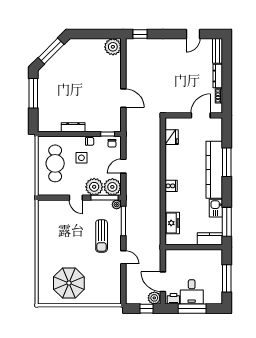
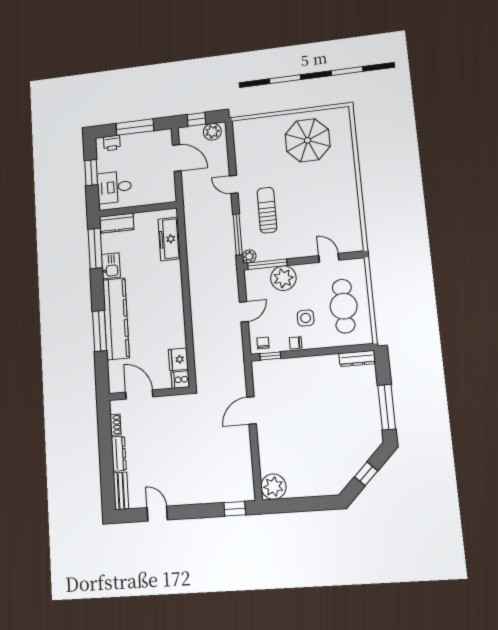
door: (193, 34) -> (157, 514), hinge flipped
window: (51, 51) -> (366, 474), width x0.46
door: (123, 98) -> (252, 410), hinge flipped
door: (201, 115) -> (139, 395), swing flipped
dresser: (73, 127) -> (357, 358), moved
cooker: (171, 186) -> (180, 380), moved
plant: (112, 187) -> (257, 281), removed
door: (76, 198) -> (329, 258), moved
freezer: (172, 223) -> (169, 239), width x1.40
window: (227, 278) -> (91, 173), width x0.69
desk: (192, 292) -> (114, 187), moved, turned -90
plant: (154, 298) -> (212, 132), moved
printer: (173, 299) -> (112, 143), moved

